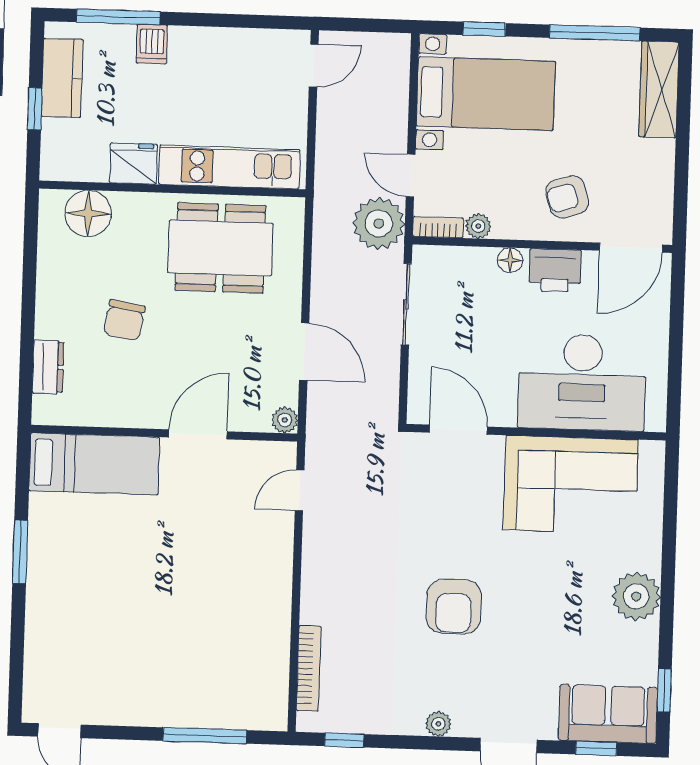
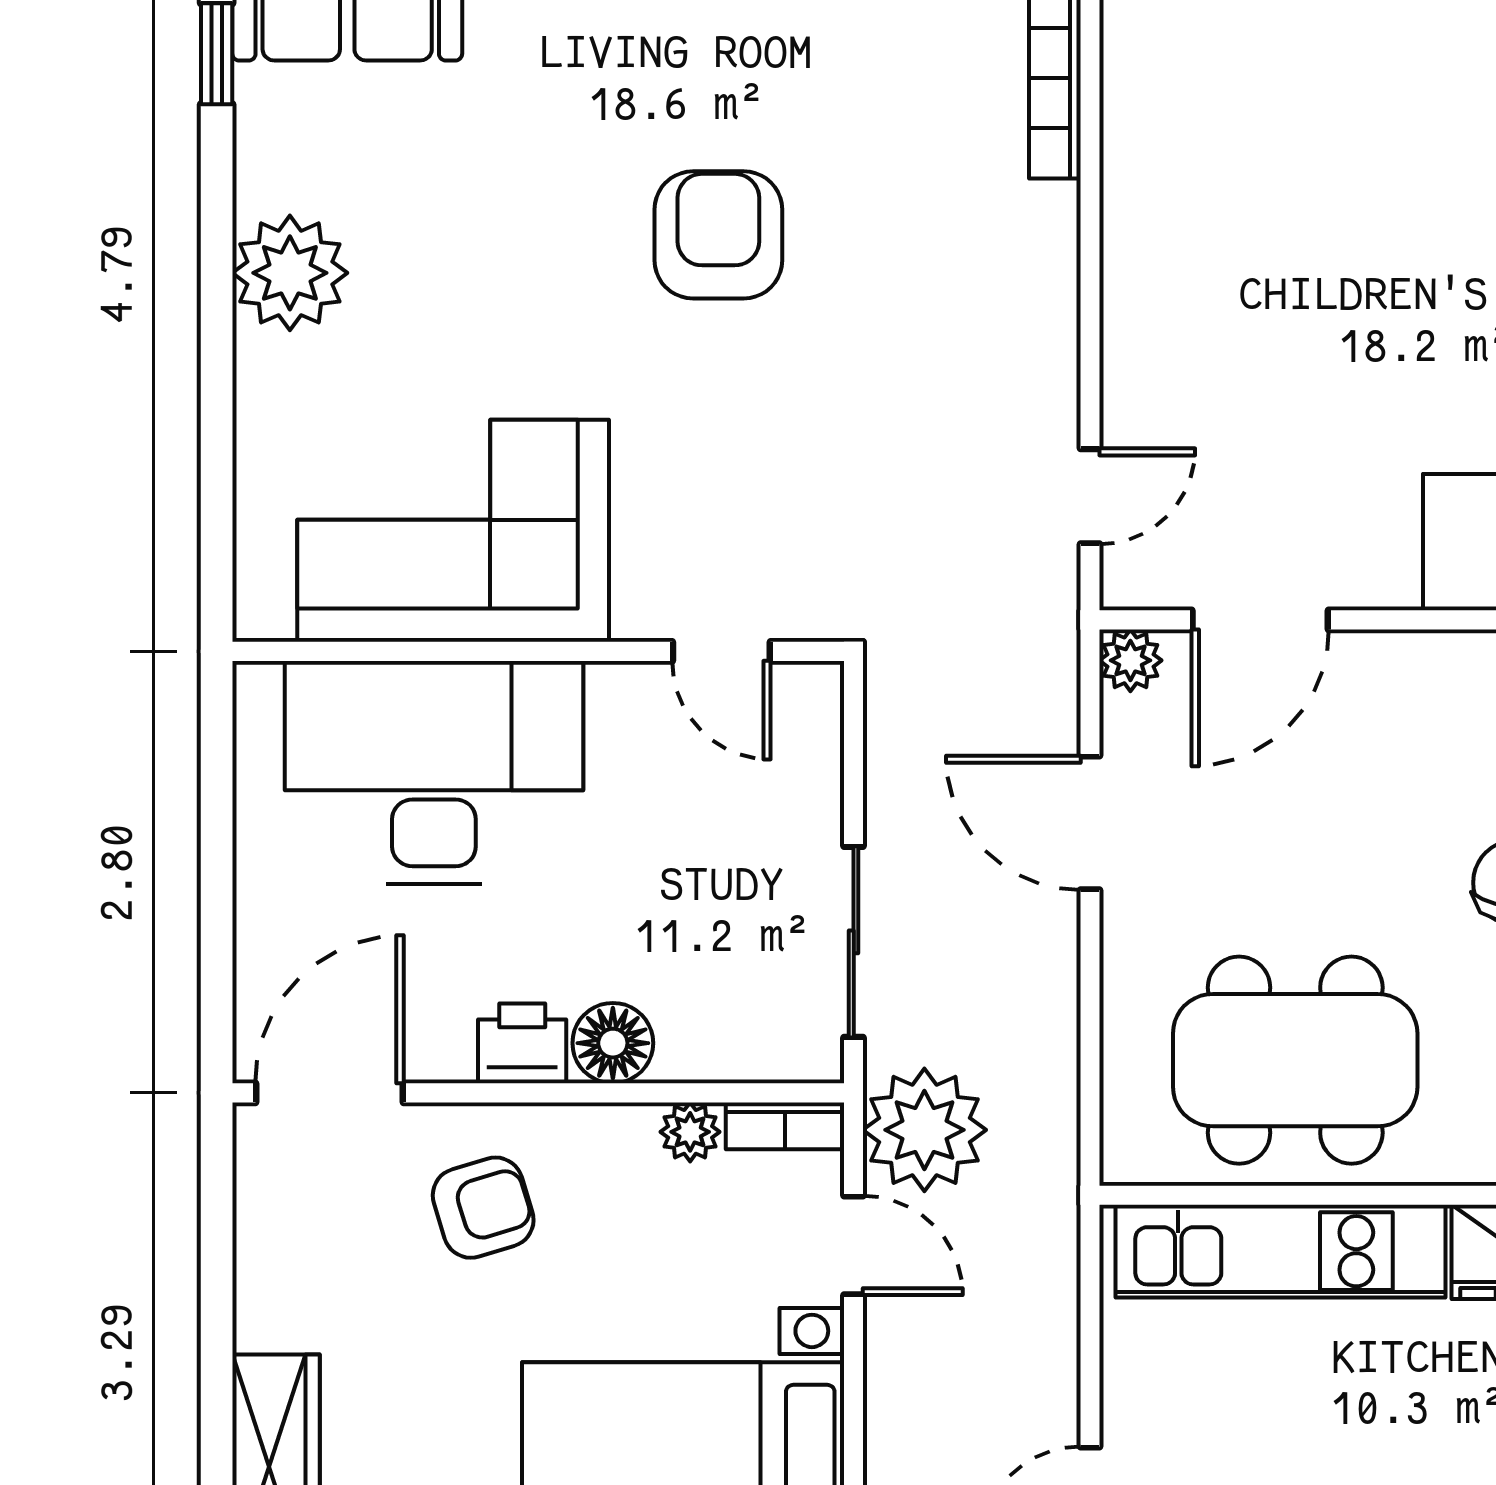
floor lamp: (510, 260) -> (613, 1043), width x1.37, depth x1.37
printer: (555, 270) -> (522, 1043), width x0.73, depth x0.81
door: (458, 430) -> (721, 651), width x0.73
door: (198, 434) -> (1260, 620), moved

